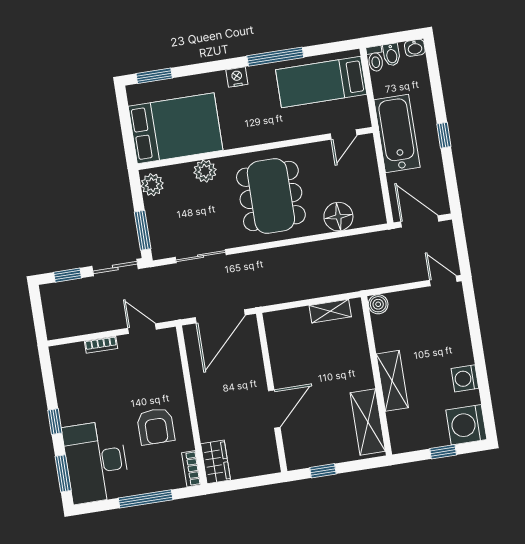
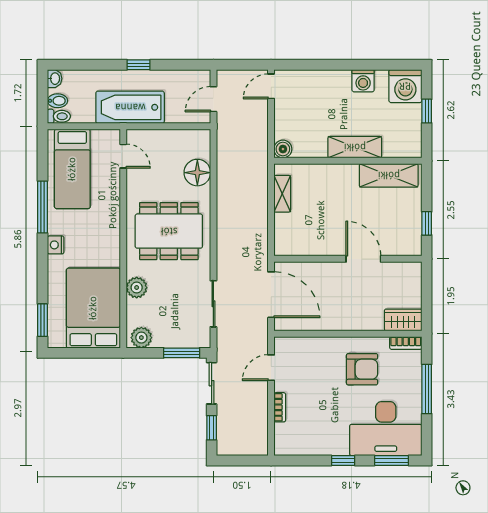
door: (420, 221) -> (213, 99), width x0.73

